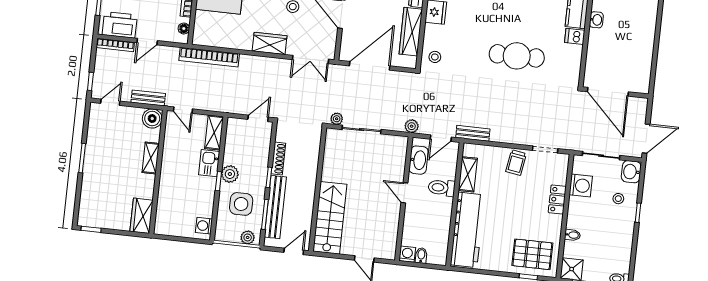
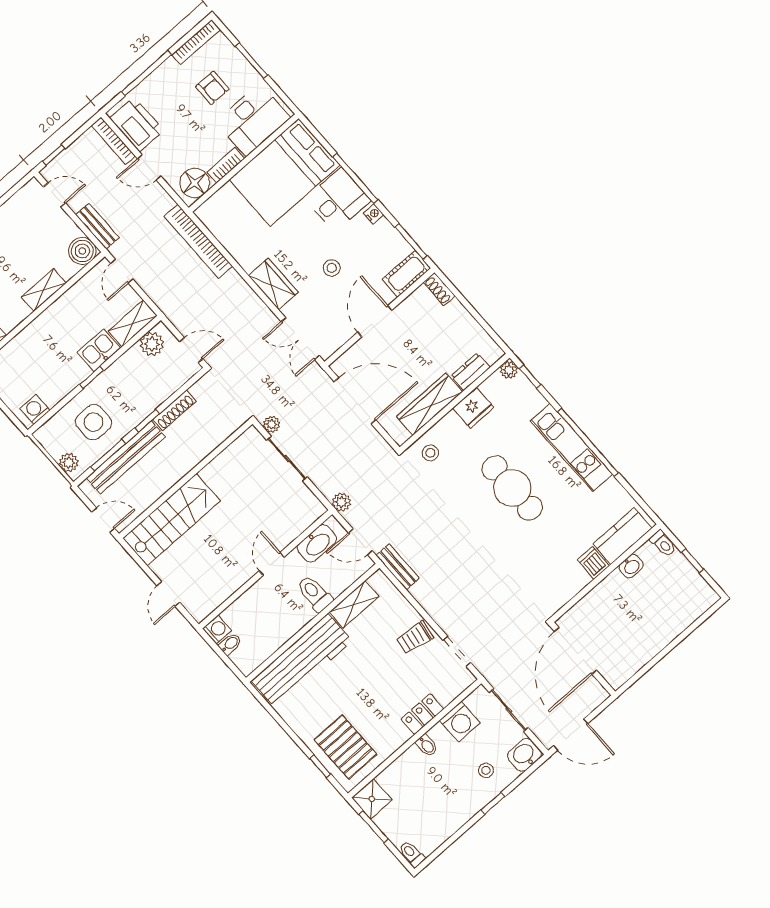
floor lamp: (184, 28) -> (195, 183), width x1.89, depth x1.89
cafe table: (517, 56) -> (512, 488), moved
plant: (230, 174) -> (152, 344), moved
bidet: (572, 235) -> (427, 745), moved

